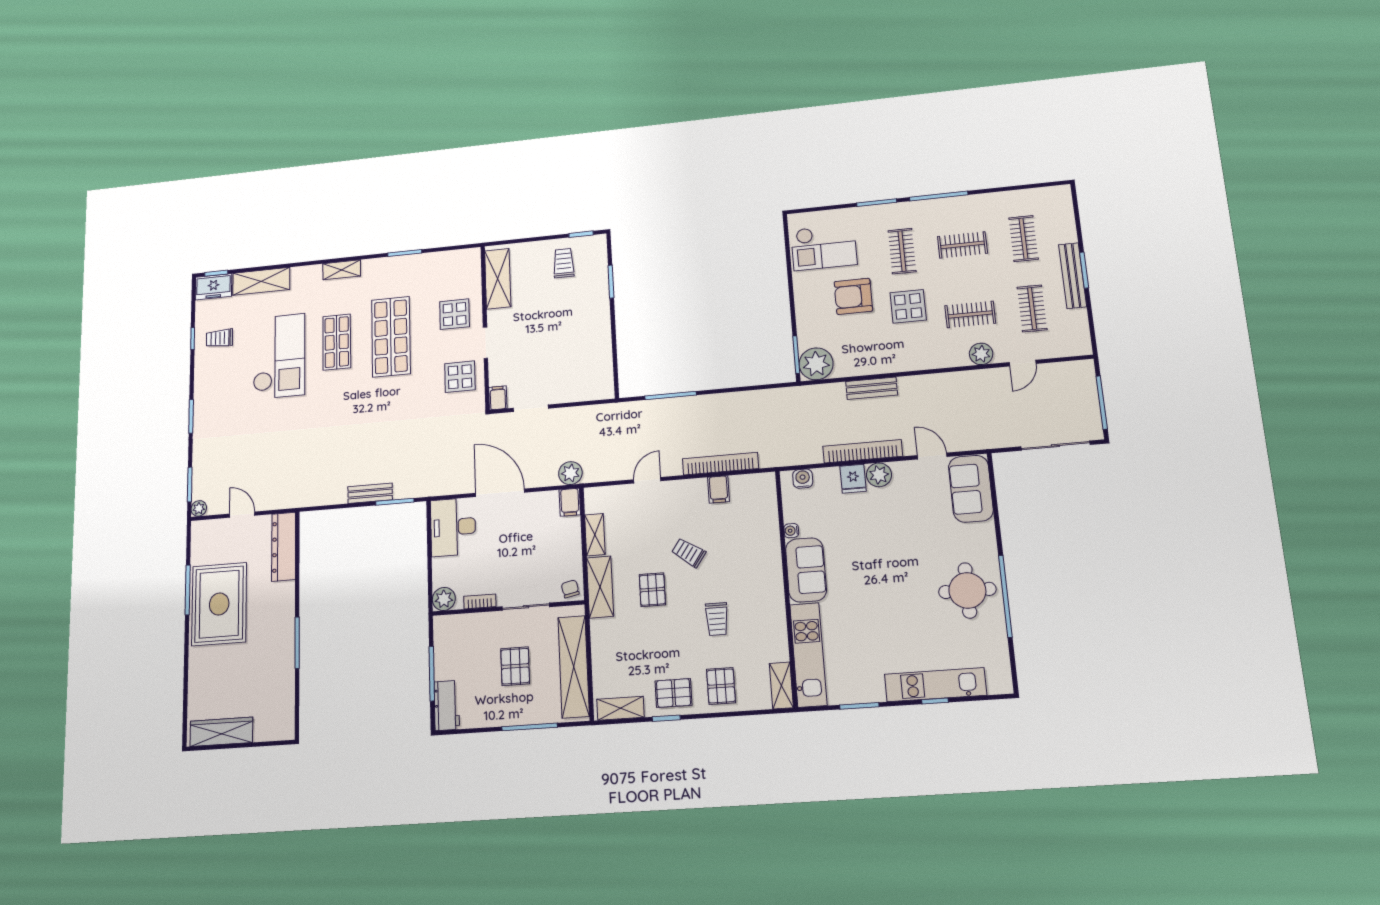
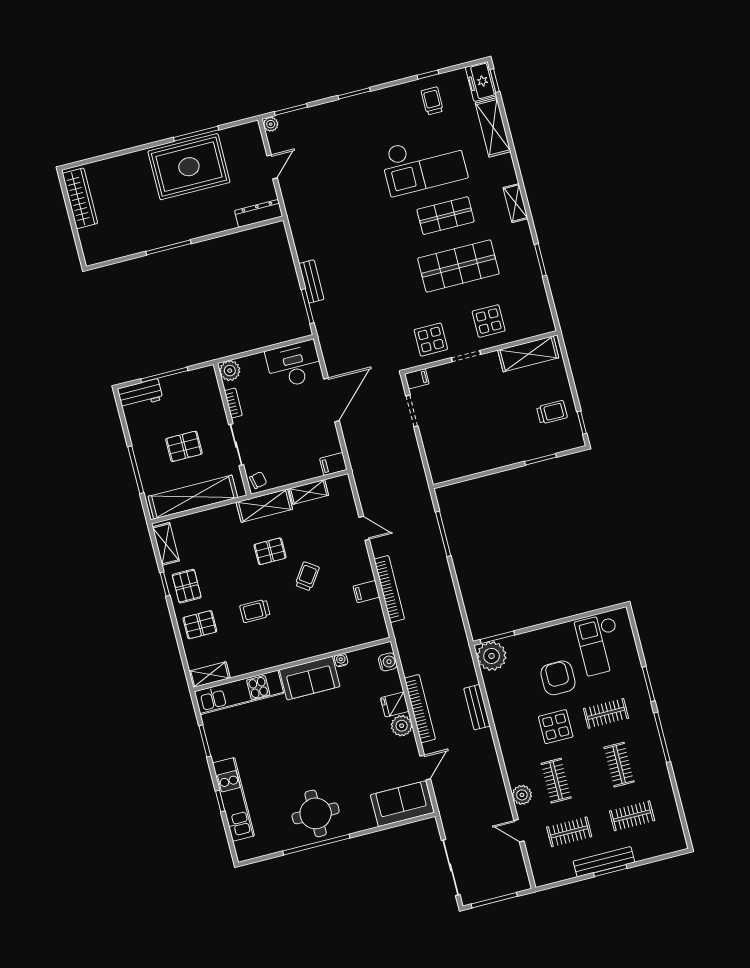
plant: (570, 473) -> (359, 459), removed
dresser: (284, 547) -> (259, 213), width x0.73, depth x0.80

